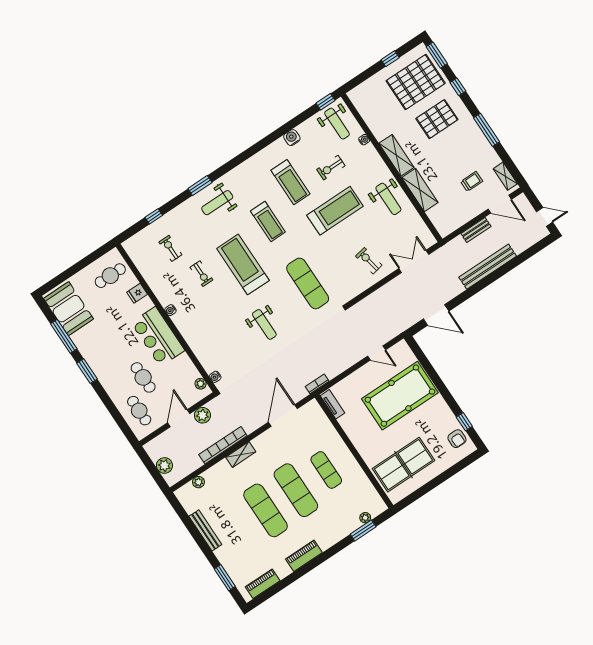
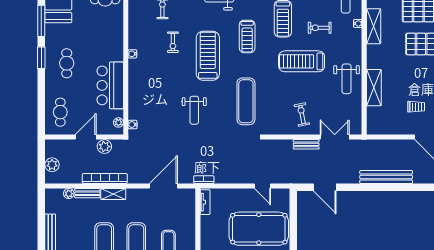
shelving: (396, 155) -> (374, 26), moved
treadmill: (335, 211) -> (302, 61), turned 180
bench: (476, 230) -> (306, 144), moved
fridge: (137, 293) -> (116, 25), removed
bar counter: (158, 337) -> (110, 85), moved
cafe table: (143, 377) -> (67, 63), moved
bench: (216, 470) -> (87, 193), added

